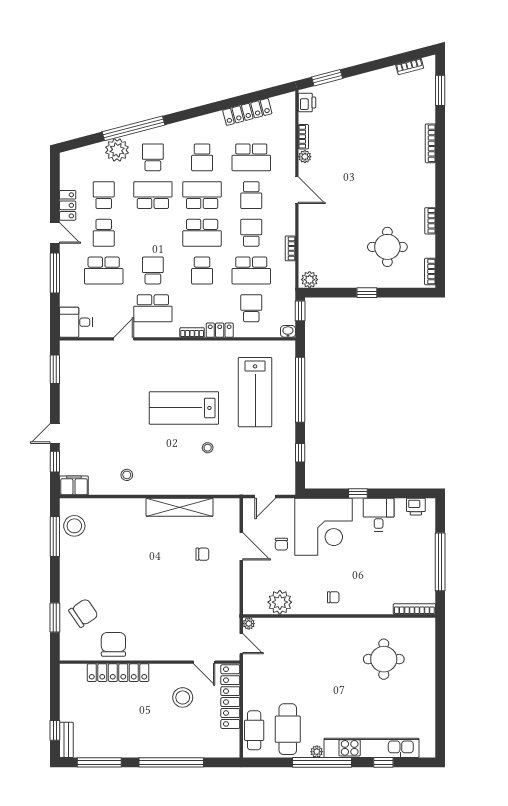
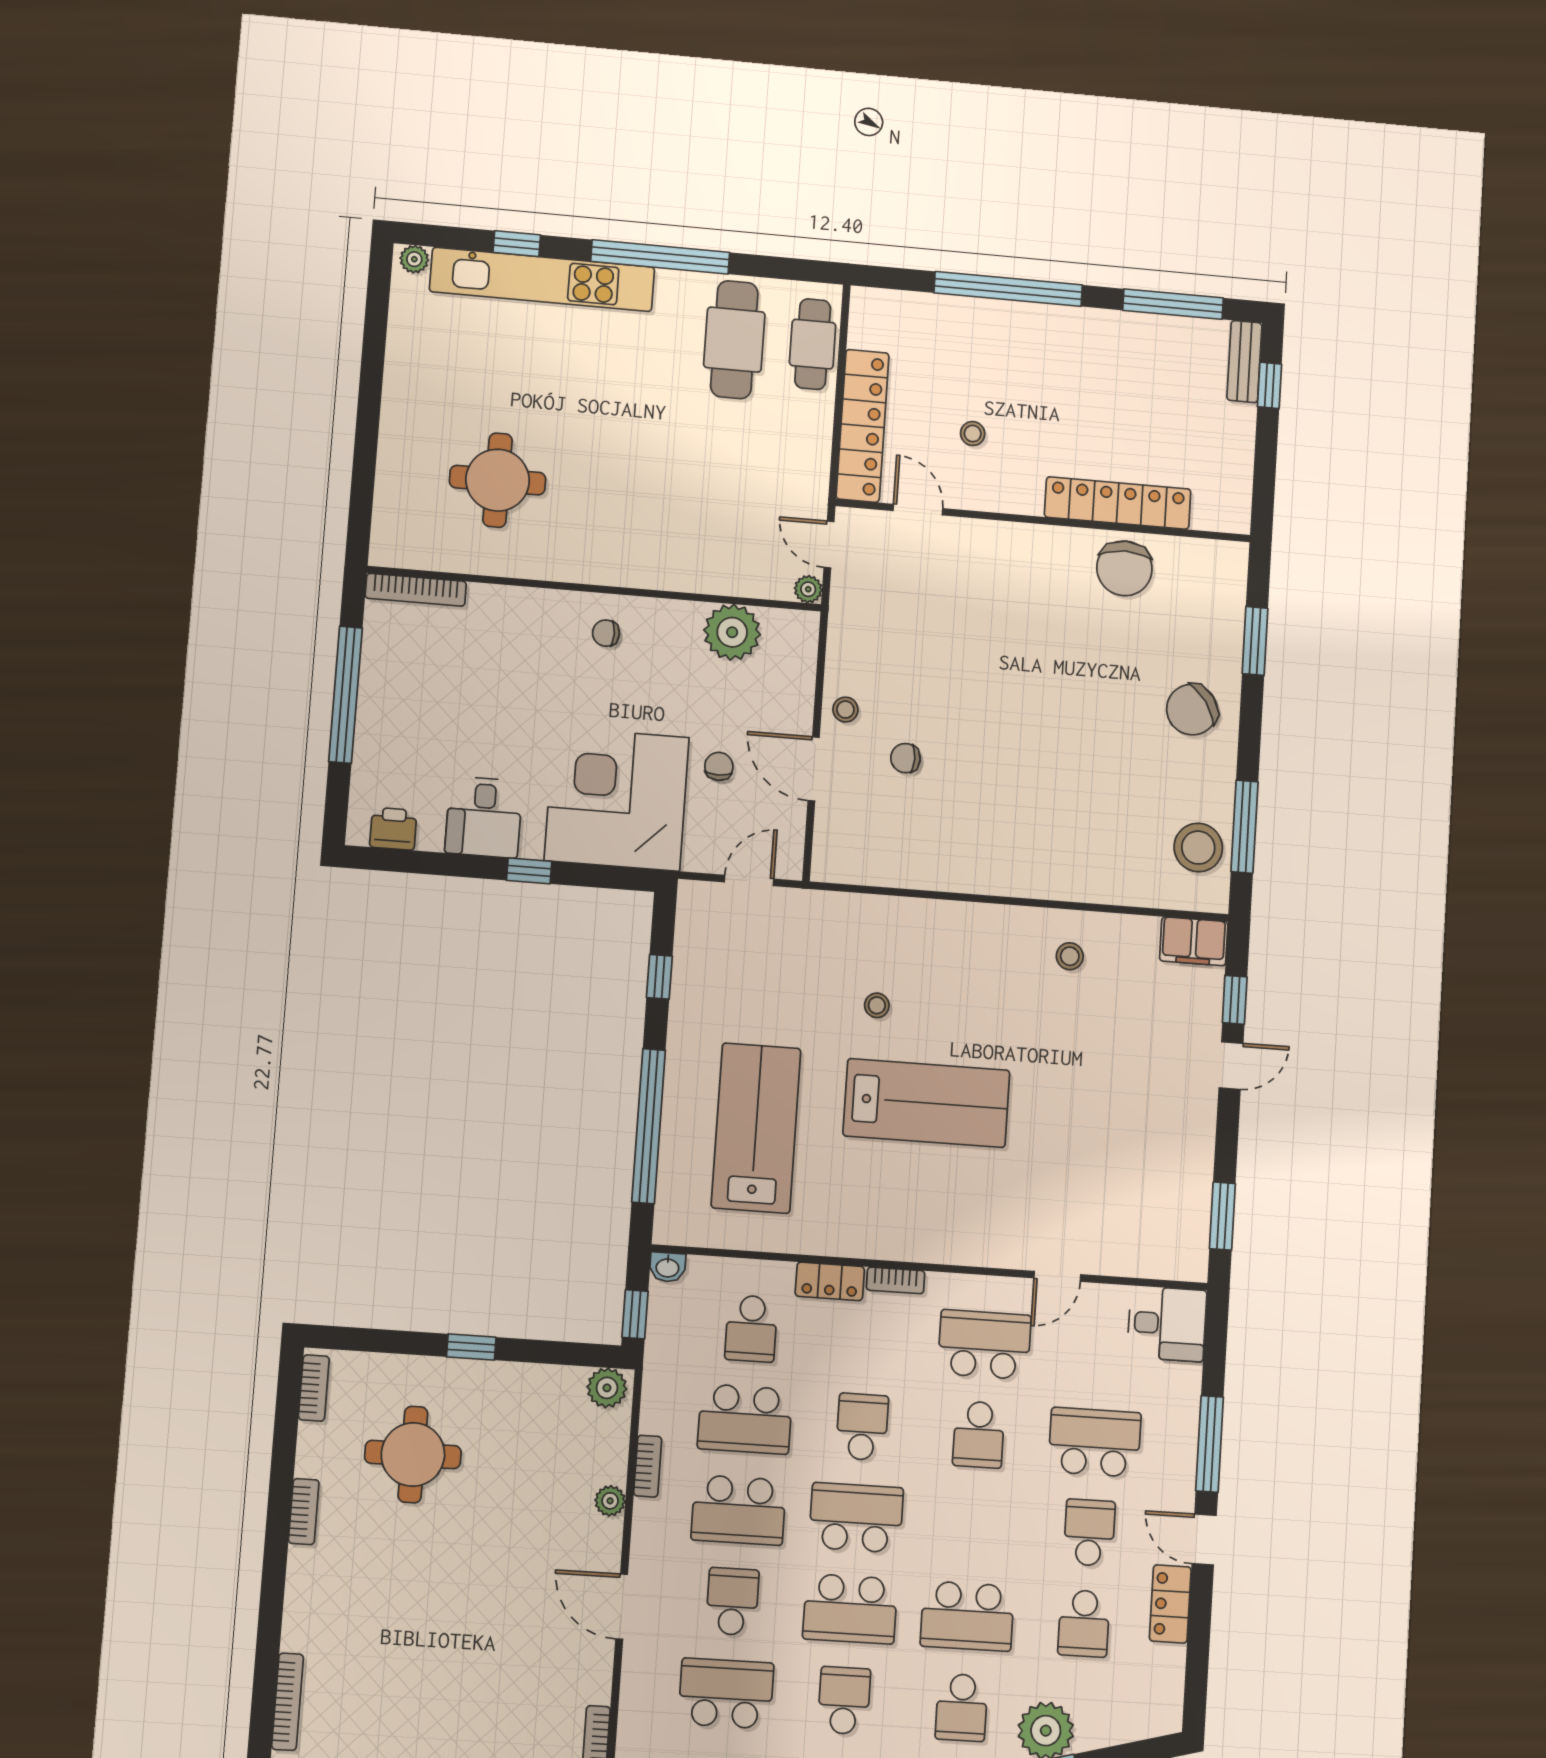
plant: (305, 157) -> (610, 1501), moved
school desk: (251, 233) -> (739, 1510), width x1.85
school desk: (251, 271) -> (745, 1419), turned 180
shelving: (180, 507) -> (952, 871), removed
stool: (229, 573) -> (845, 710), added
chair: (83, 613) -> (1192, 710), moved
stool: (183, 697) -> (973, 434), width x0.53, depth x0.53
plant: (317, 752) -> (414, 259), moved

